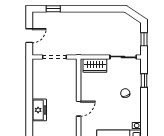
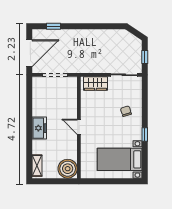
door: (29, 36) -> (29, 53), width x1.88
window: (144, 80) -> (145, 135), moved
door: (79, 109) -> (79, 127), swing flipped

